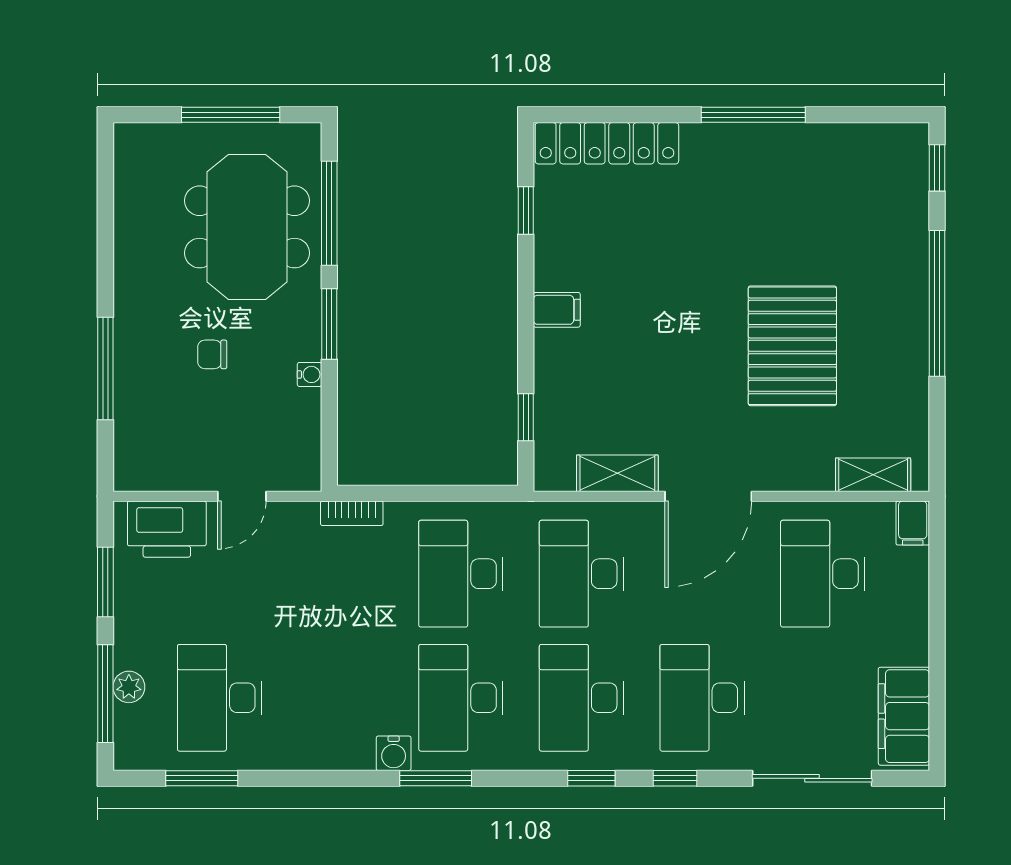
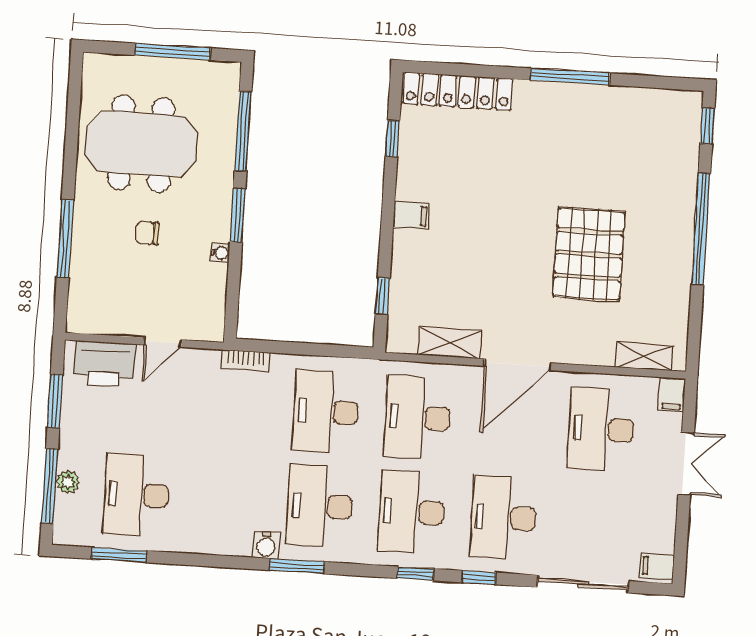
meeting table: (247, 227) -> (141, 144), moved, turned 90
double door: (937, 612) -> (686, 464), added
filing cabinet: (904, 716) -> (657, 566), width x0.33, depth x0.86

